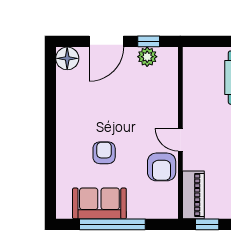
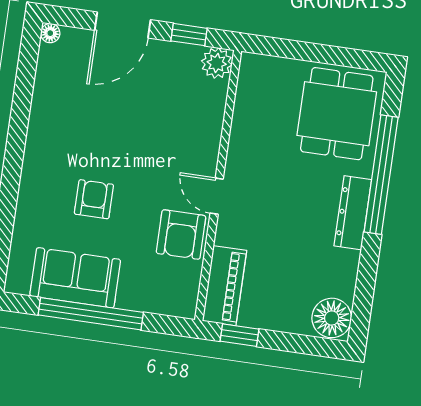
plant: (147, 57) -> (217, 63), moved
floor lamp: (67, 58) -> (50, 33), width x0.53, depth x0.53

